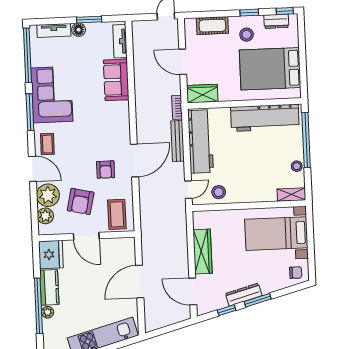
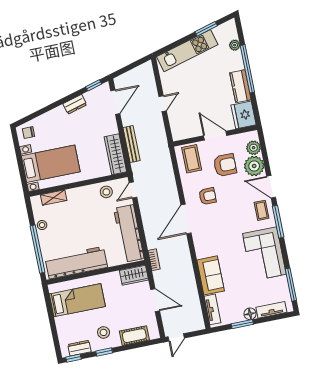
window: (27, 55) -> (291, 285), width x0.68
bed: (270, 69) -> (77, 300), width x0.67
window: (30, 112) -> (278, 222), moved
bench: (178, 141) -> (131, 144), moved
door: (134, 160) -> (186, 219), moved
armchair: (106, 170) -> (208, 196), turned 90
shelving: (291, 195) -> (54, 198), moved
armchair: (81, 201) -> (225, 165), turned 77
wardrobe: (203, 252) -> (115, 154), moved
door: (140, 282) -> (163, 104), width x0.53
door: (193, 291) -> (115, 102), hinge flipped
dresser: (244, 295) -> (75, 104), width x0.70
window: (258, 300) -> (58, 103), removed
window: (227, 310) -> (94, 85), moved
plant: (48, 312) -> (235, 45), moved

